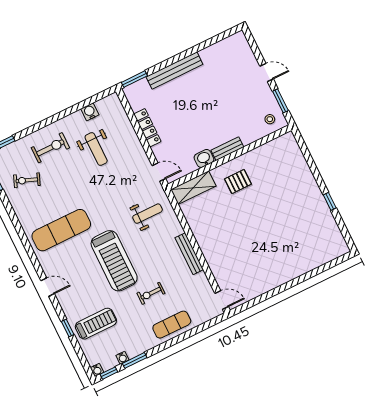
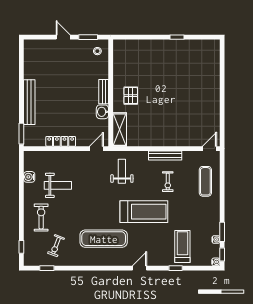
door: (267, 73) -> (63, 37), hinge flipped
exercise mat: (61, 230) -> (104, 239), turned 90
exercise bike: (151, 293) -> (168, 182), moved
exercise mat: (172, 325) -> (205, 181), moved

